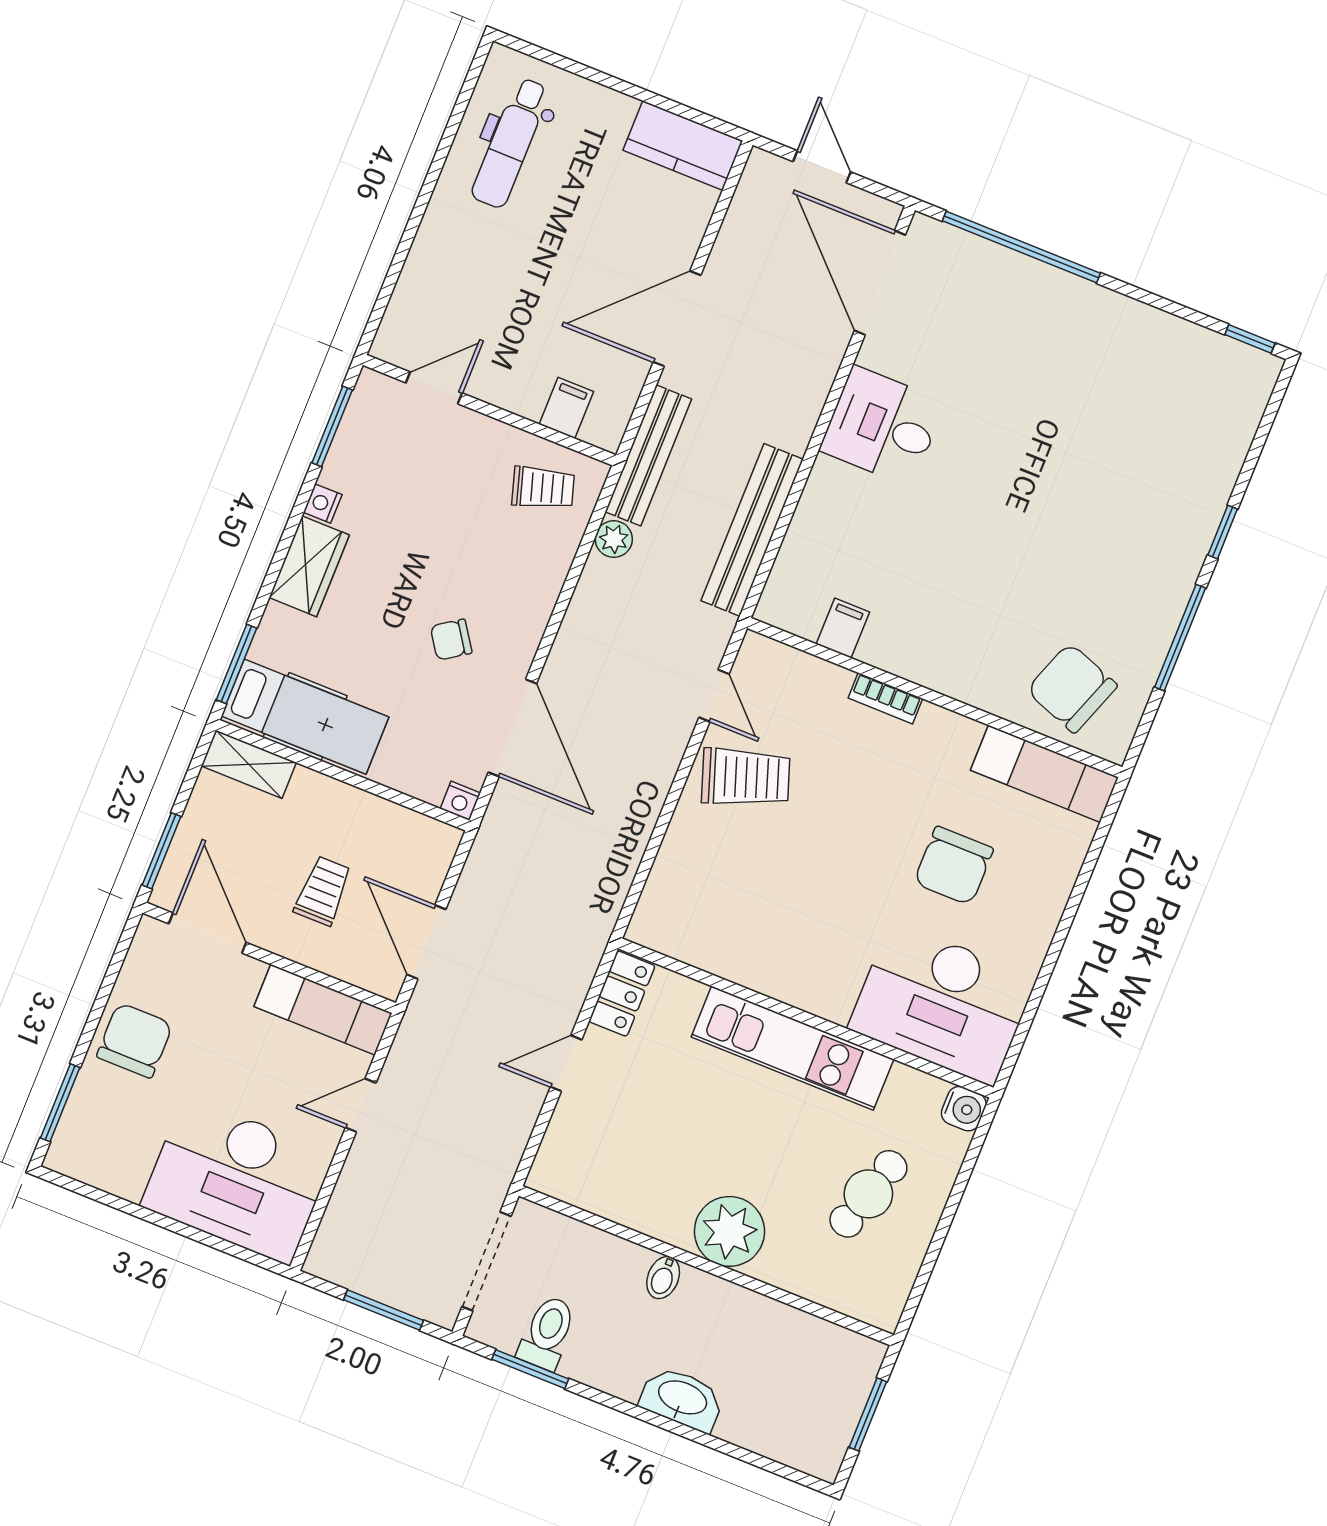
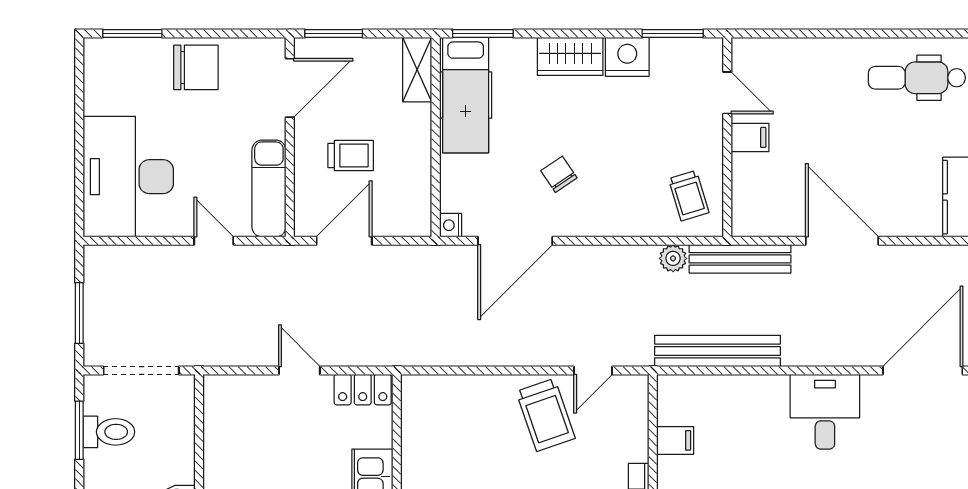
filing cabinet: (566, 408) -> (750, 137), moved
nightstand: (323, 503) -> (627, 57), width x1.89, depth x1.79

